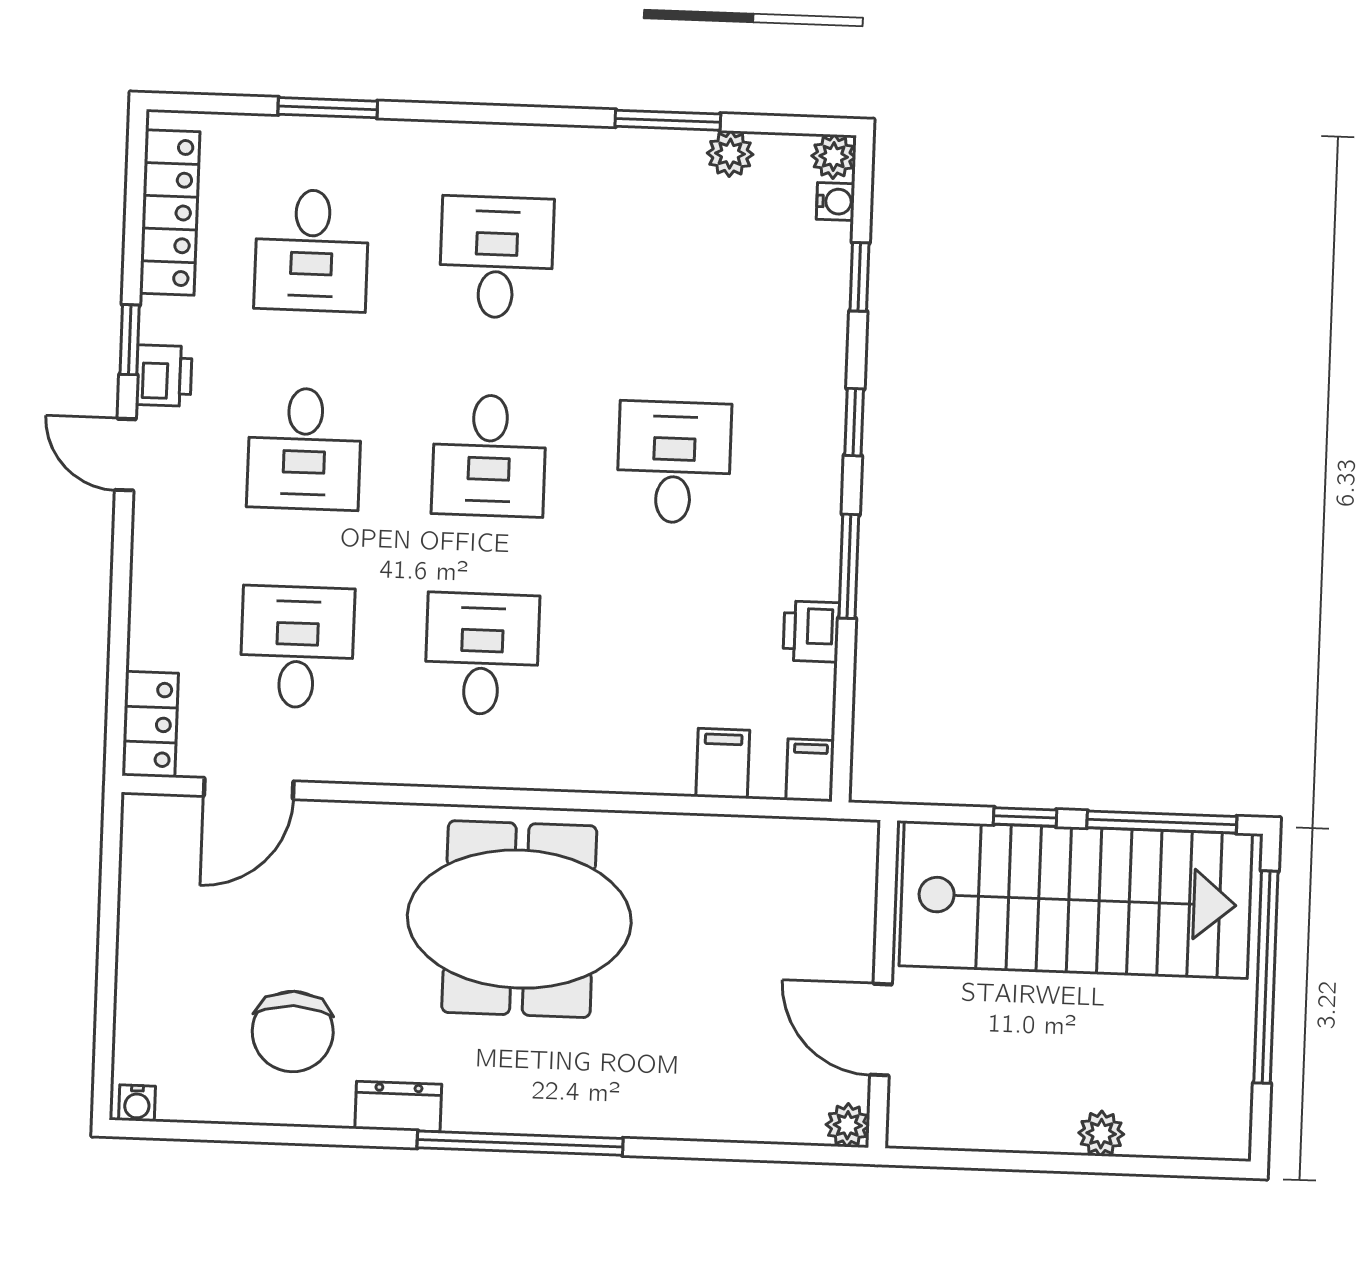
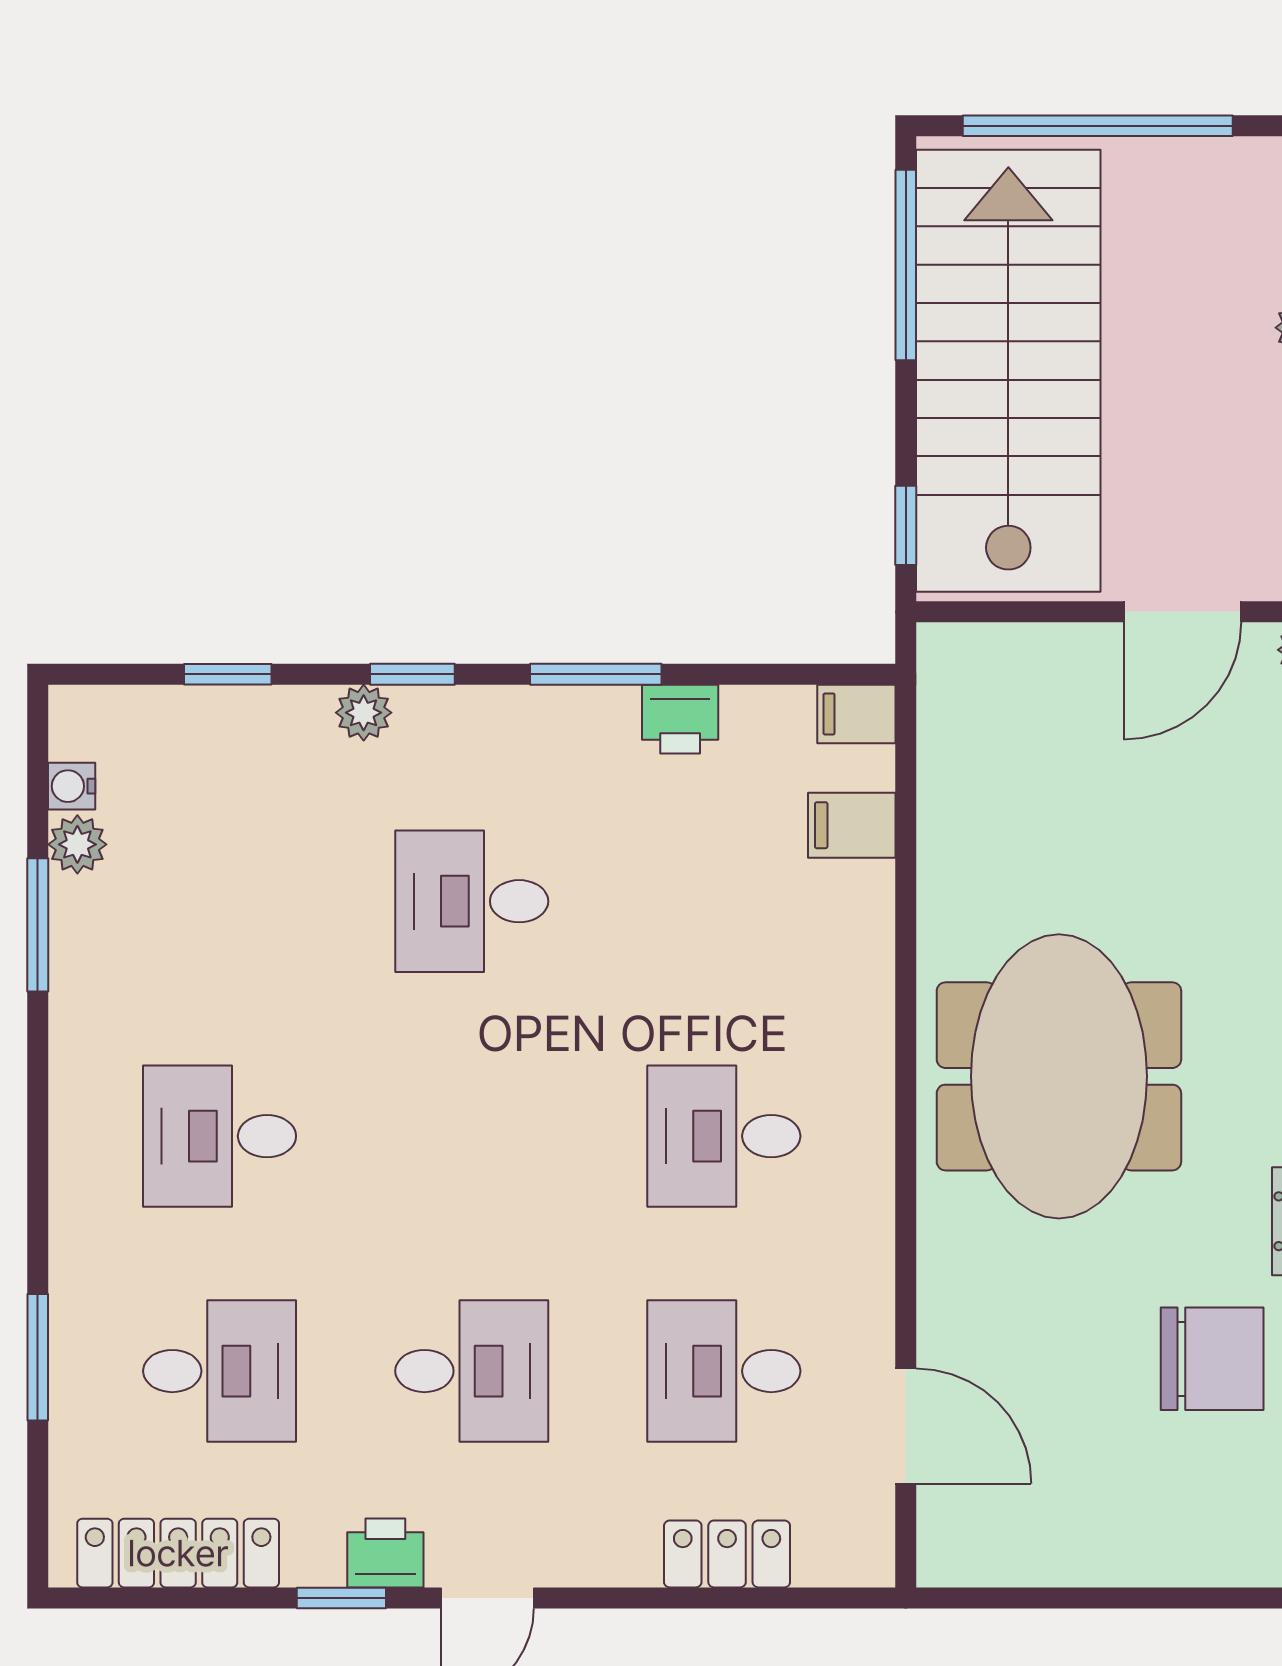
plant: (834, 157) -> (364, 713), moved
water cooler: (836, 201) -> (72, 786), moved, turned -90
desk: (489, 455) -> (472, 1136), removed
locker: (150, 724) -> (727, 1554), moved
window: (1025, 817) -> (906, 525), moved

